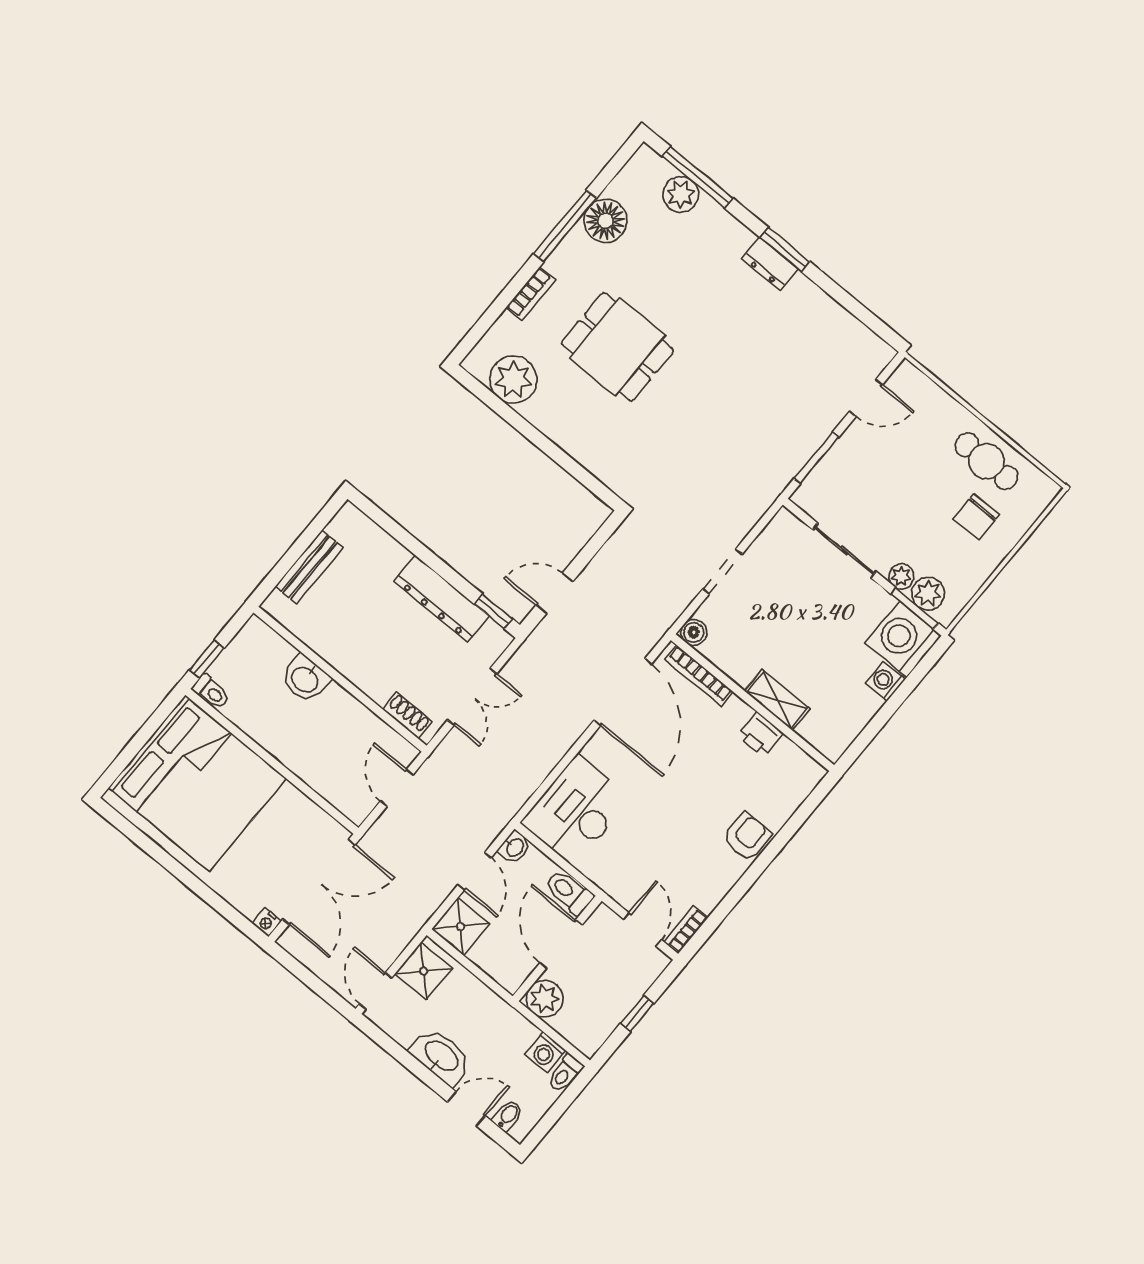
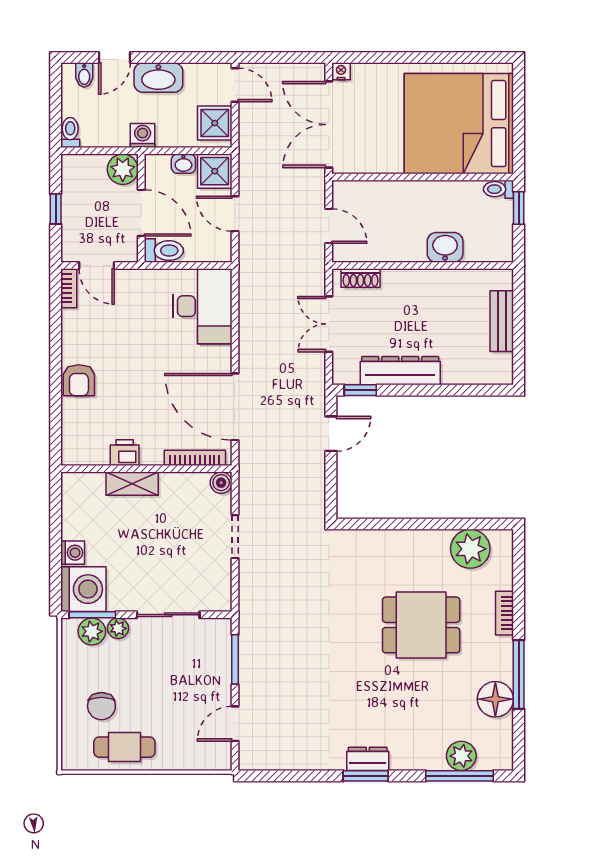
chair: (976, 517) -> (101, 706), turned 180
washbasin: (514, 847) -> (183, 164), moved, turned -90
washing machine: (545, 1052) -> (143, 136), moved

